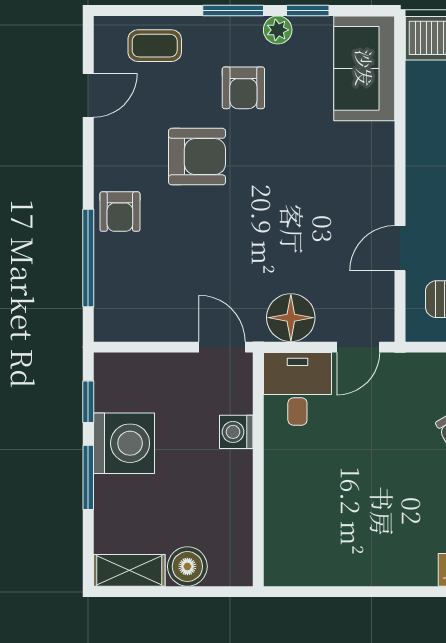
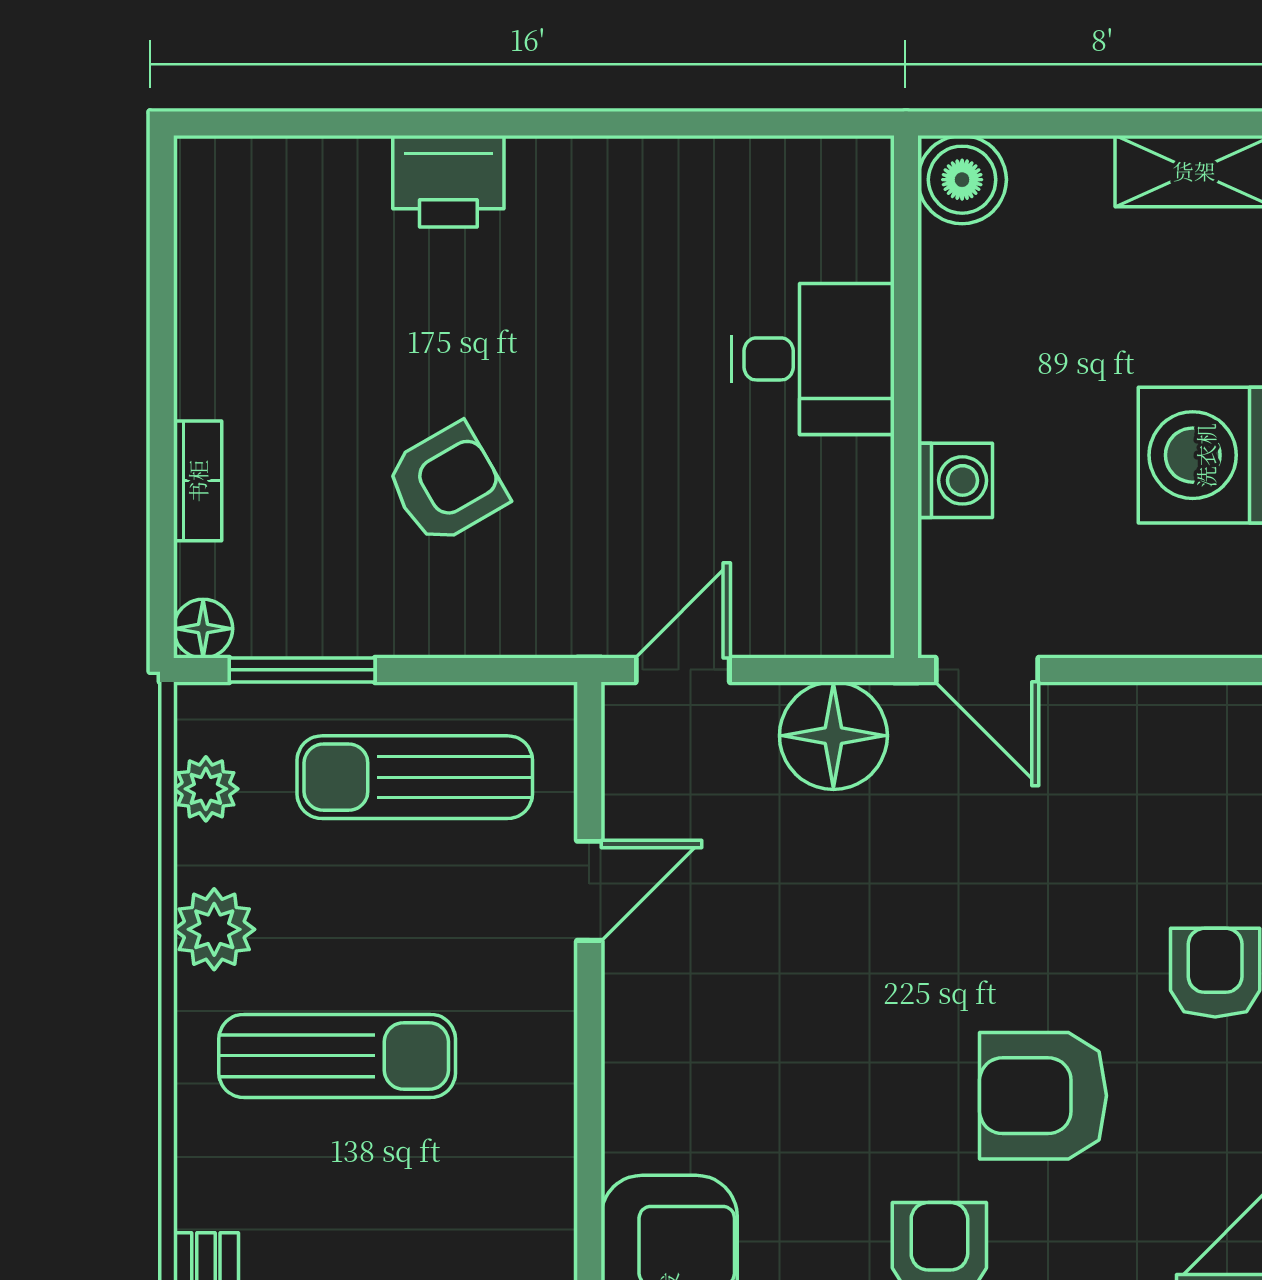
desk: (297, 389) -> (813, 359), moved, turned -90
boiler: (187, 566) -> (962, 180), moved

